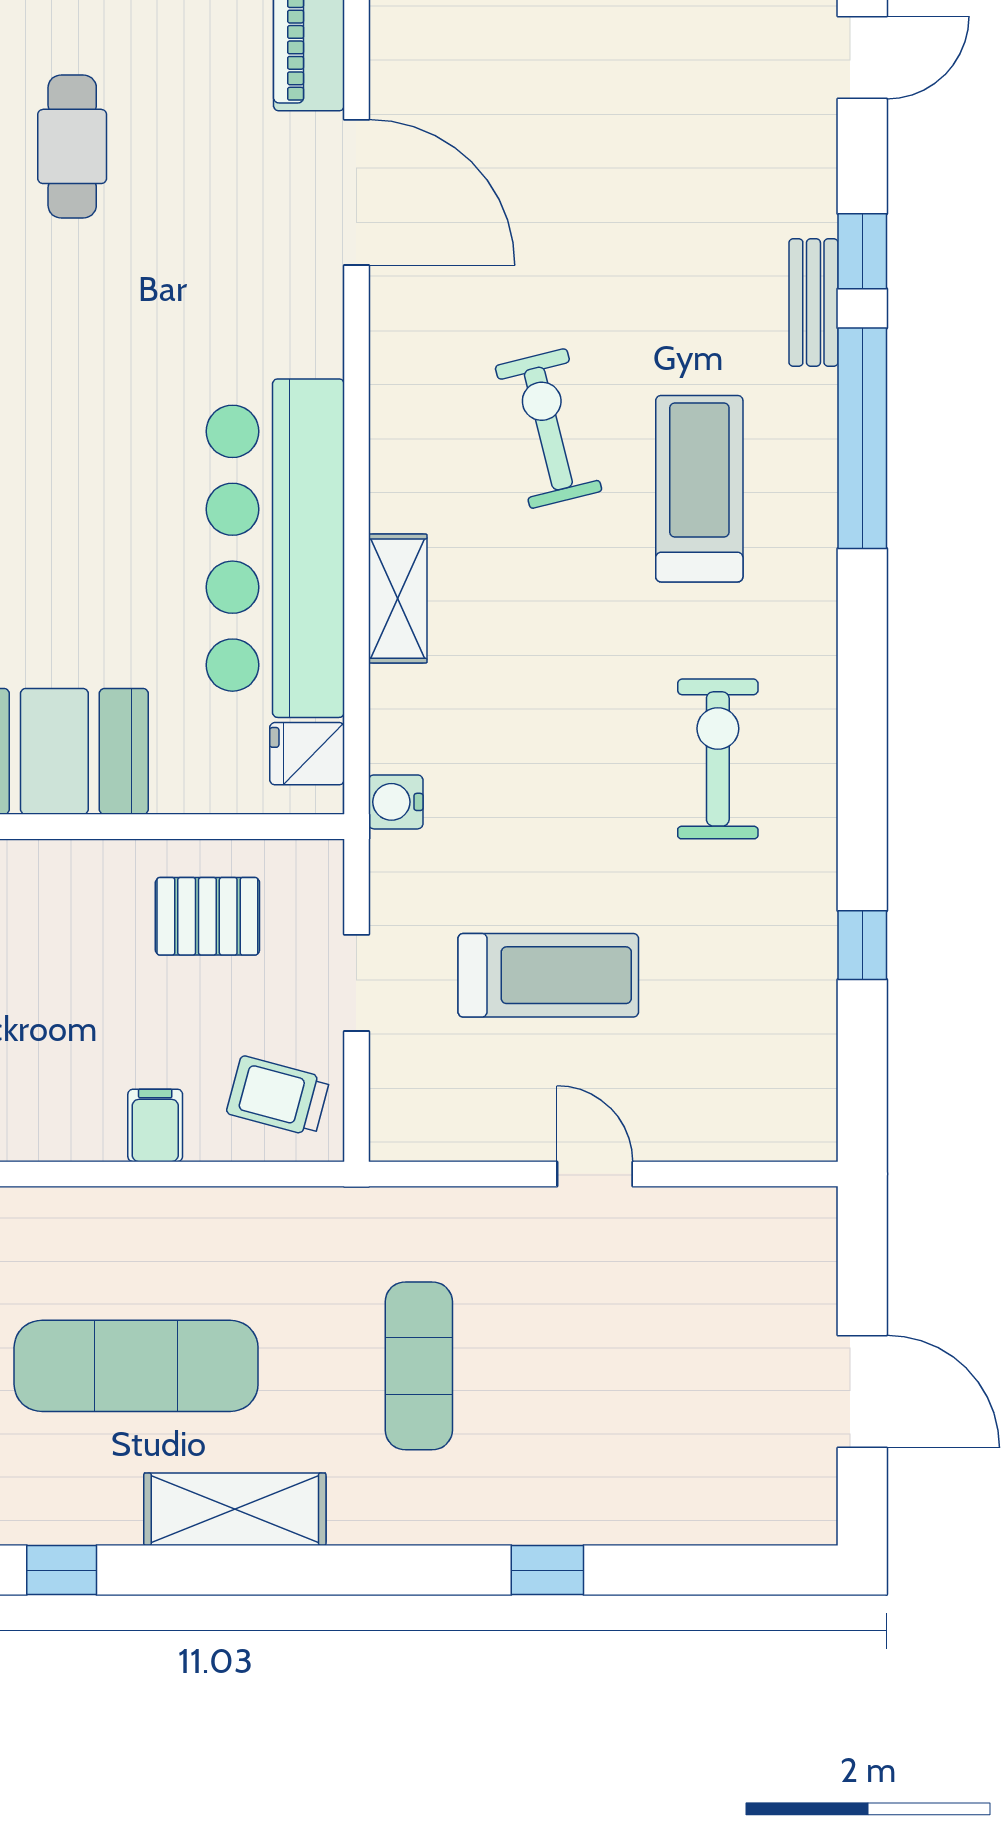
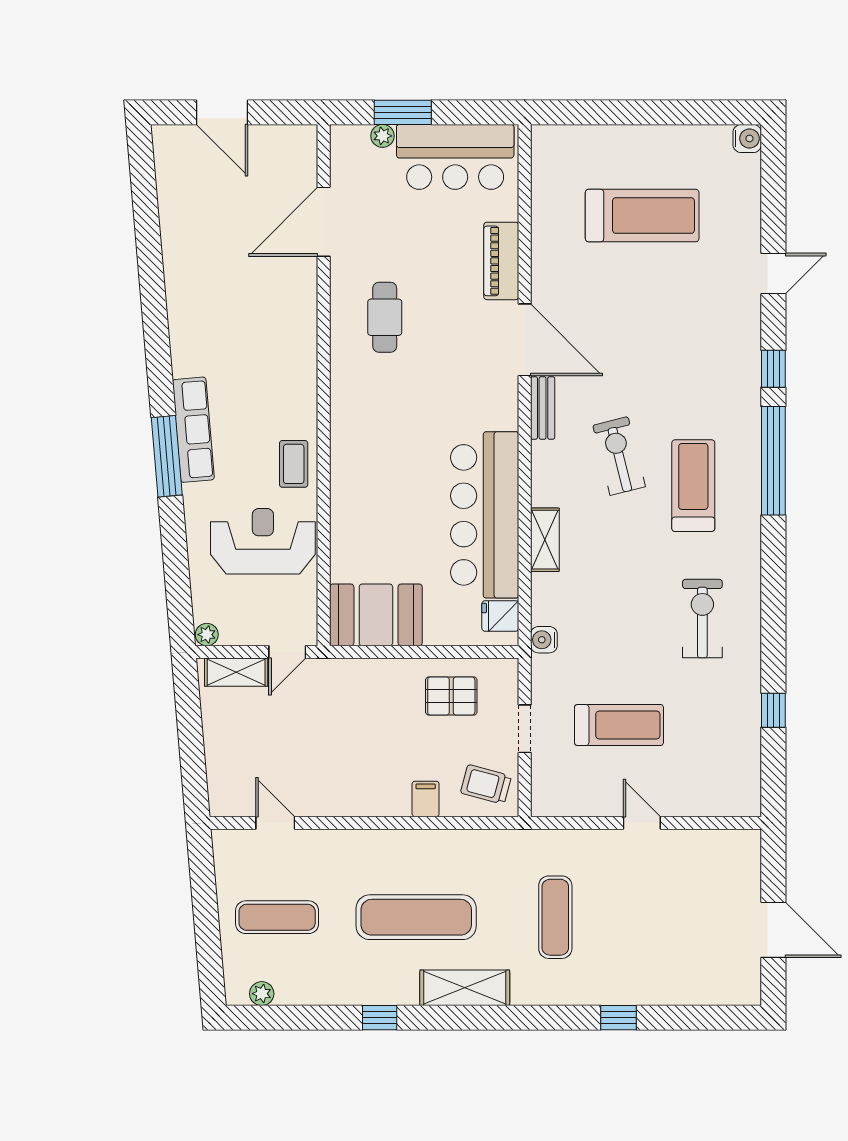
bench: (813, 303) -> (543, 408), moved

